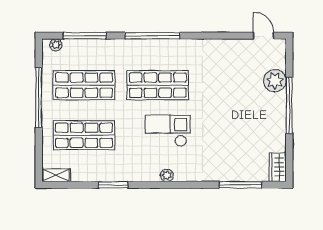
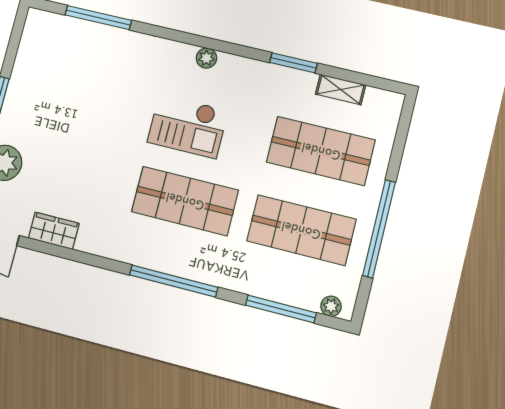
wardrobe: (278, 167) -> (54, 231), moved, turned -90
shelving: (56, 175) -> (341, 90), moved

